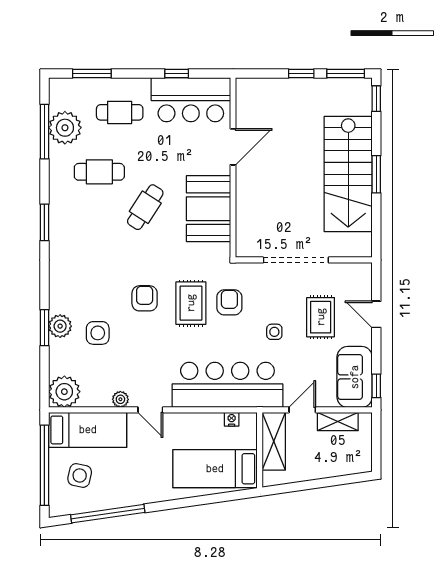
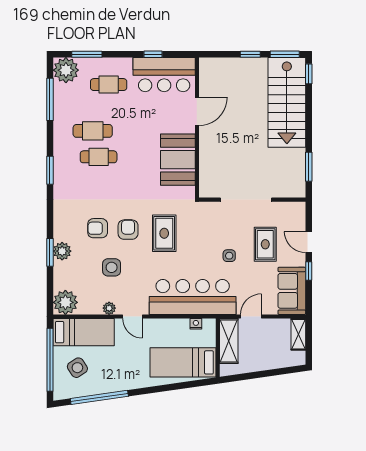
plant: (65, 128) -> (66, 70), moved
stairs: (348, 174) -> (287, 102), moved
window: (376, 174) -> (309, 167), moved
cafe table: (145, 207) -> (99, 157), moved, turned 57
armchair: (229, 302) -> (98, 228), moved, turned -90
side table: (98, 333) -> (112, 267), moved
window: (376, 386) -> (309, 271), moved
shelving: (338, 422) -> (298, 334), moved, turned 90
side table: (80, 475) -> (77, 368), turned 45

